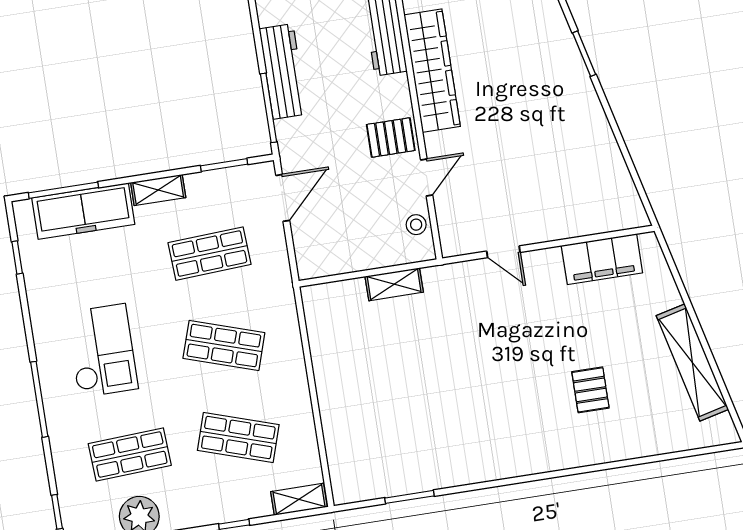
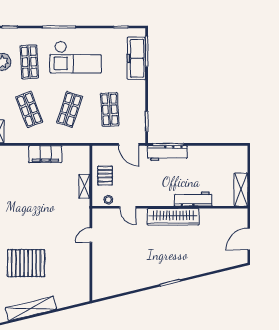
workbench: (283, 71) -> (167, 153), moved
pallet: (391, 137) -> (105, 176), moved
shelving: (158, 190) -> (140, 92), removed
filing cabinet: (602, 259) -> (45, 154), moved, turned -90
checkout: (102, 351) -> (76, 57), width x1.36, depth x1.21
pallet: (590, 390) -> (26, 263), width x2.05, depth x2.00
shop shelf: (238, 437) -> (29, 109), turned -39

